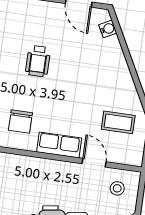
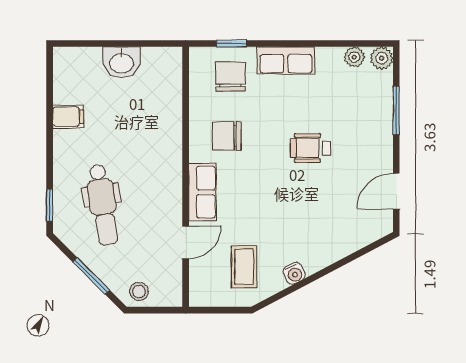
water cooler: (108, 29) -> (294, 273), moved
stool: (117, 188) -> (139, 291), moved

